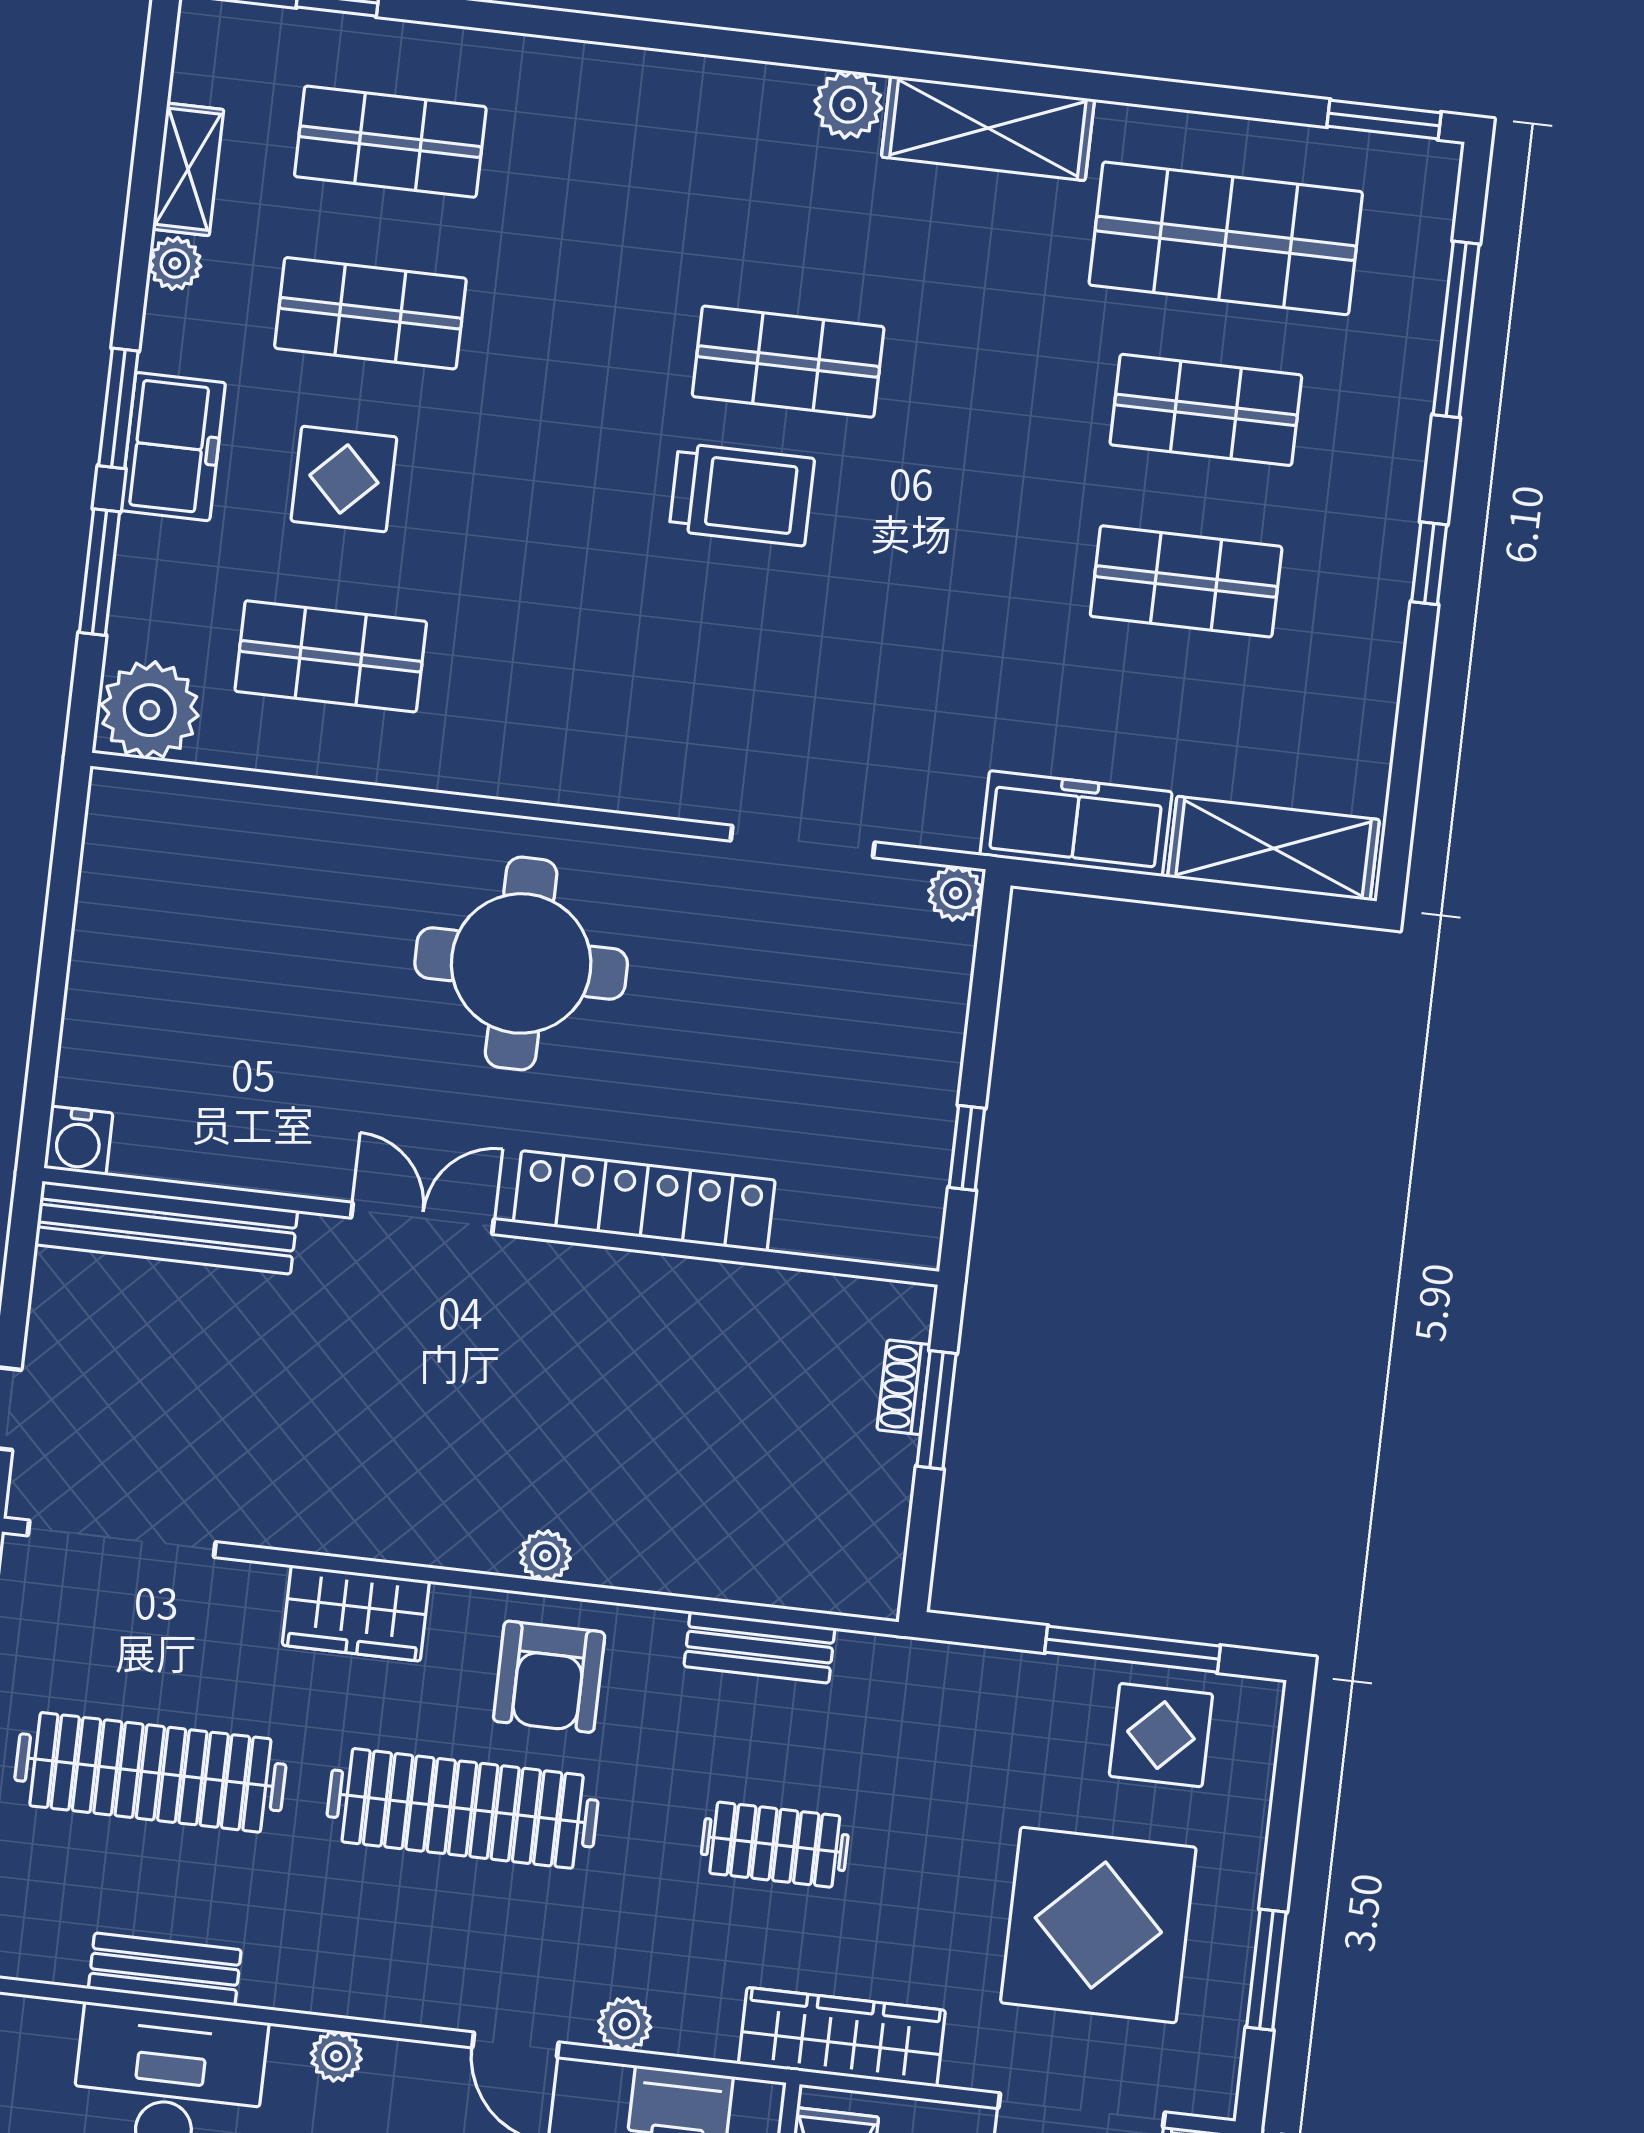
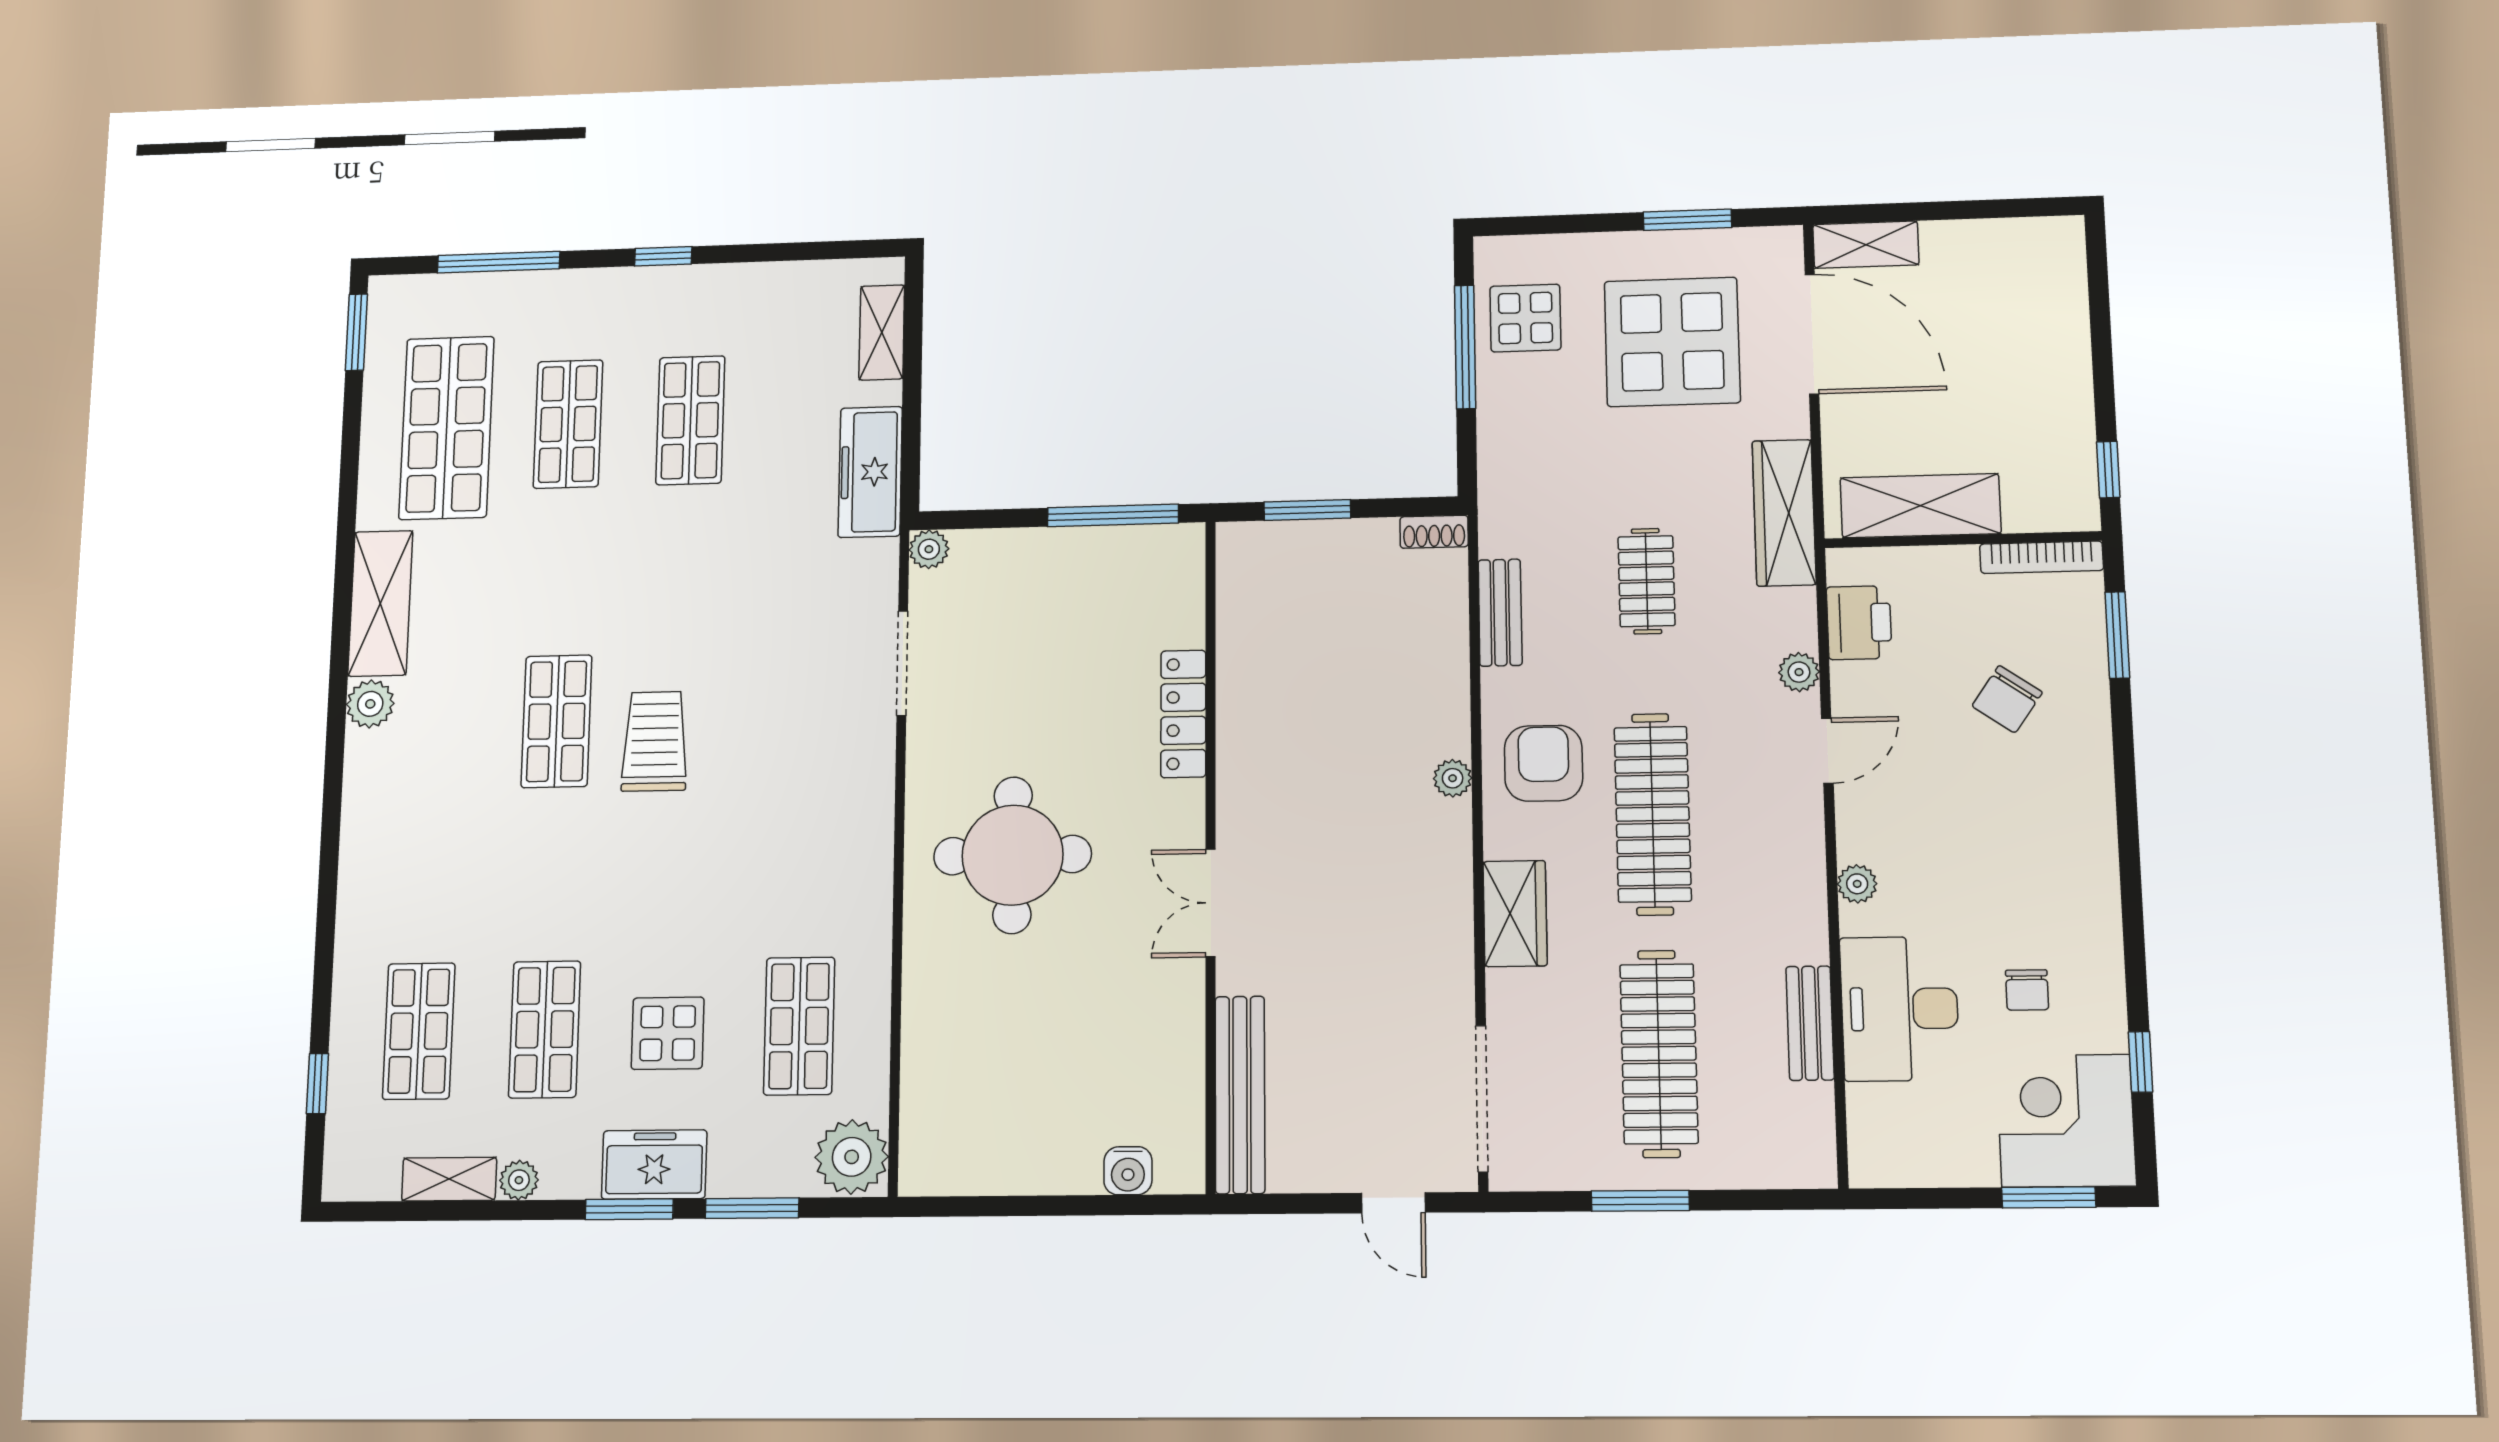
shelving: (1273, 848) -> (882, 332), width x0.67, depth x0.75
water cooler: (78, 1141) -> (1128, 1171), moved, turned 90
window: (967, 1148) -> (1113, 515), width x2.17
locker: (644, 1201) -> (1183, 714), width x0.71, depth x0.83
shoe rack: (904, 1387) -> (1434, 532), moved
armchair: (549, 1677) -> (1543, 763), turned -90

